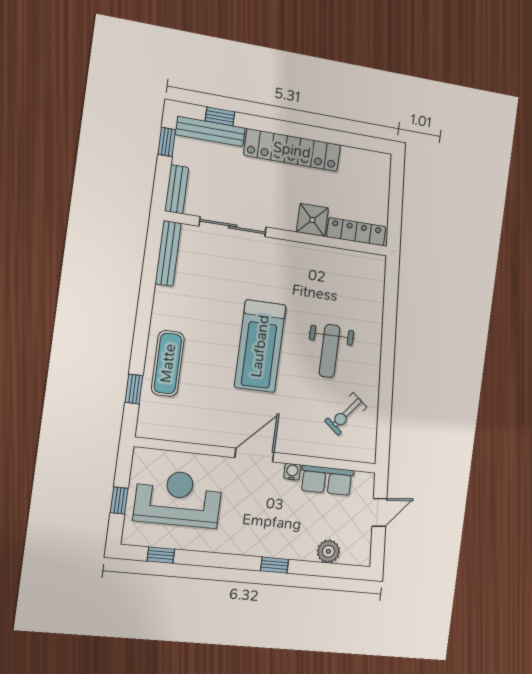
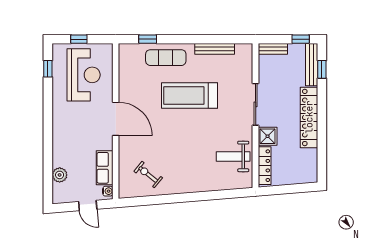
sliding door: (233, 227) -> (256, 104), moved
bench: (168, 253) -> (215, 49), moved
treadmill: (260, 346) -> (189, 95), moved
weight bench: (330, 351) -> (233, 156), moved
door: (254, 455) -> (116, 119), width x1.36
water cooler: (292, 472) -> (108, 191), moved
window: (275, 565) -> (48, 141), removed

